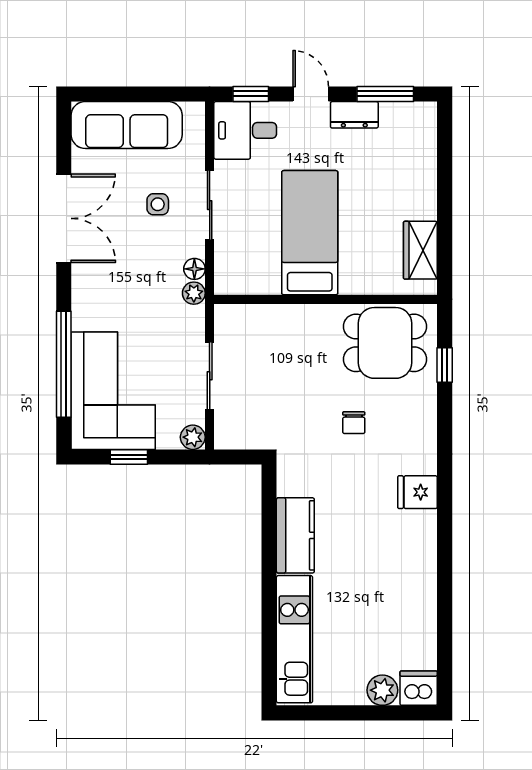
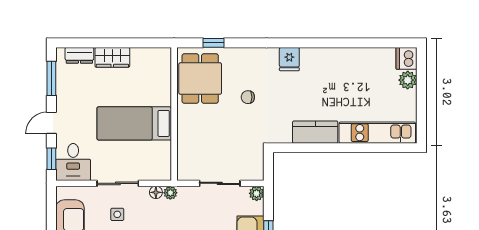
dresser: (354, 115) -> (79, 55), moved, turned 90
wardrobe: (420, 250) -> (112, 57), moved
chair: (354, 423) -> (248, 97), turned 180

